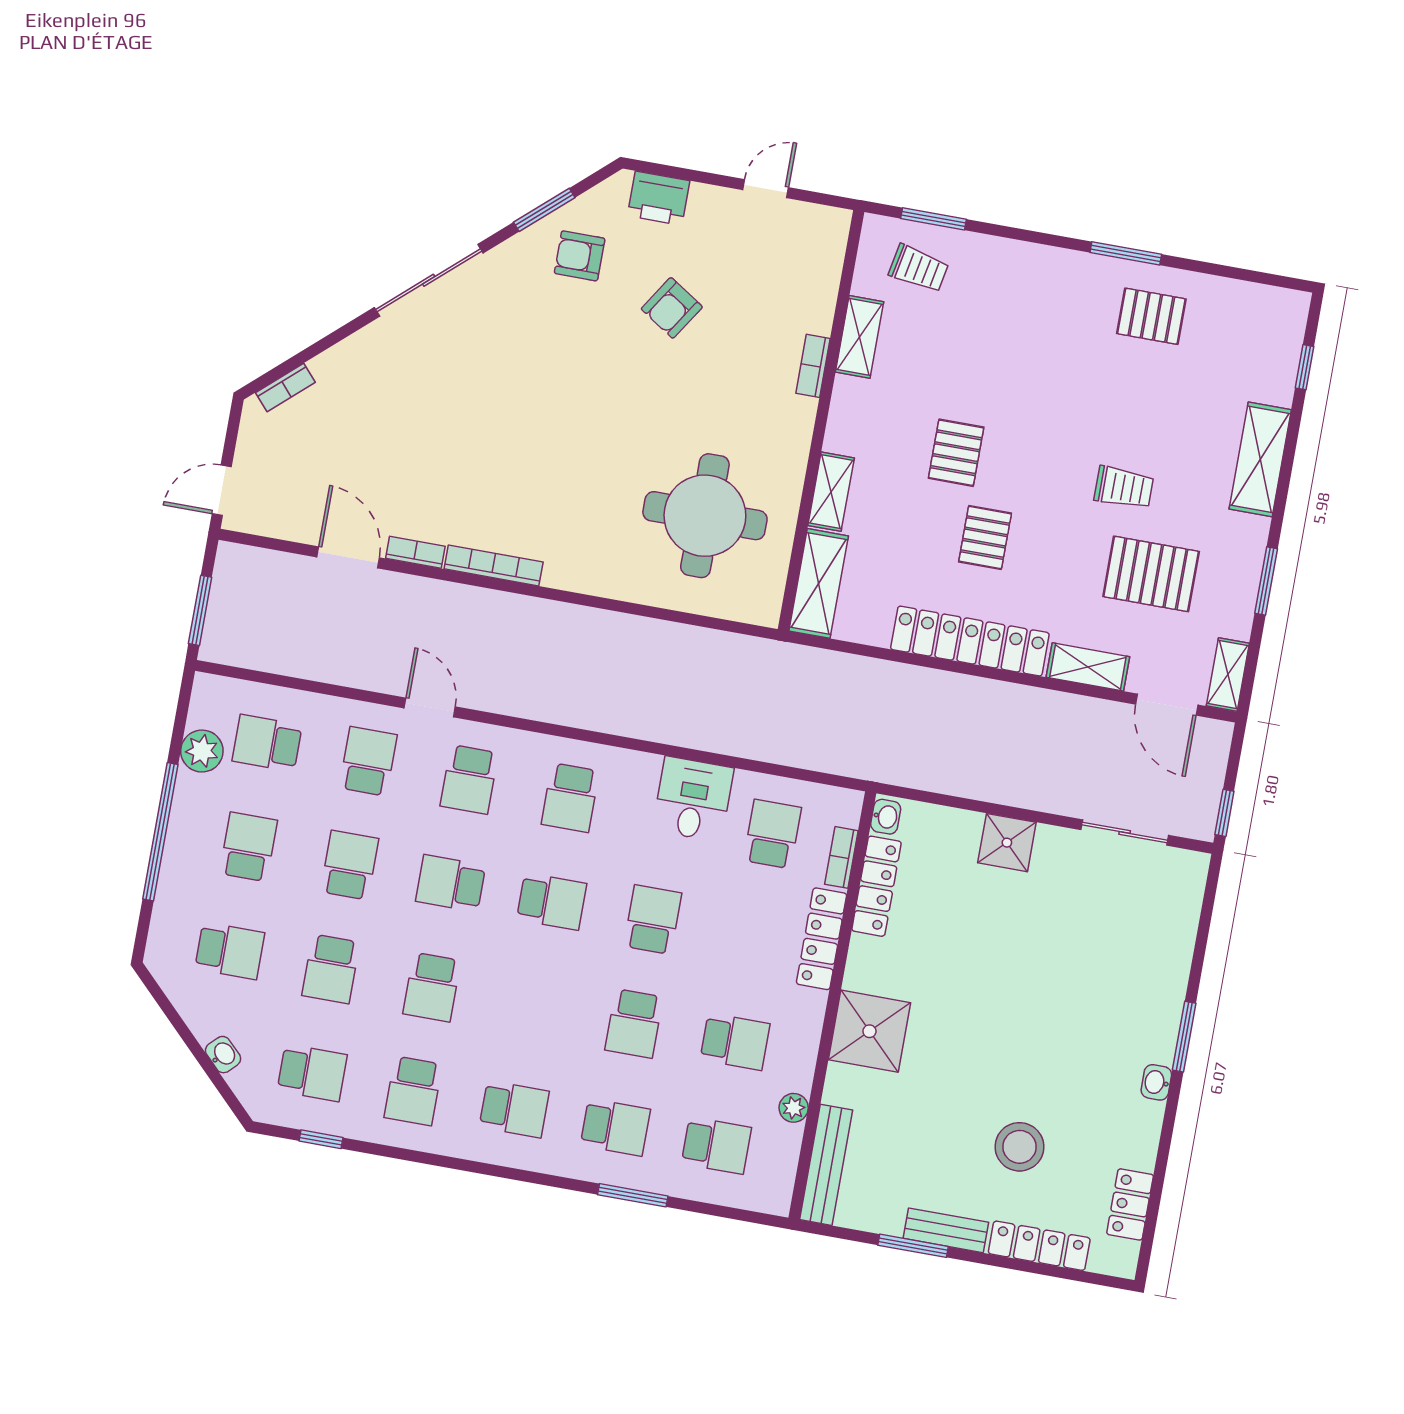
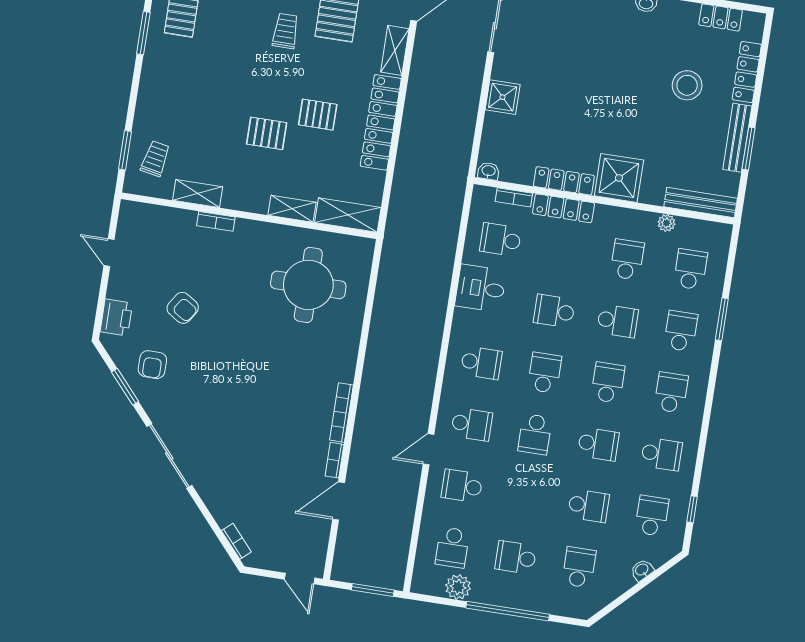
school desk: (349, 865) -> (608, 383), moved, turned 90
locker: (876, 886) -> (564, 181), moved
bench: (946, 1230) -> (737, 138), width x1.36

